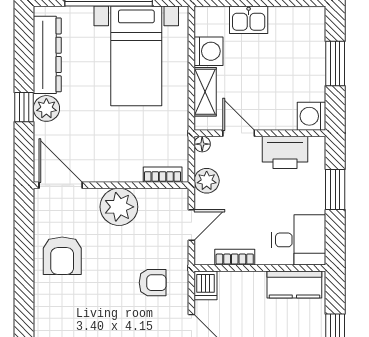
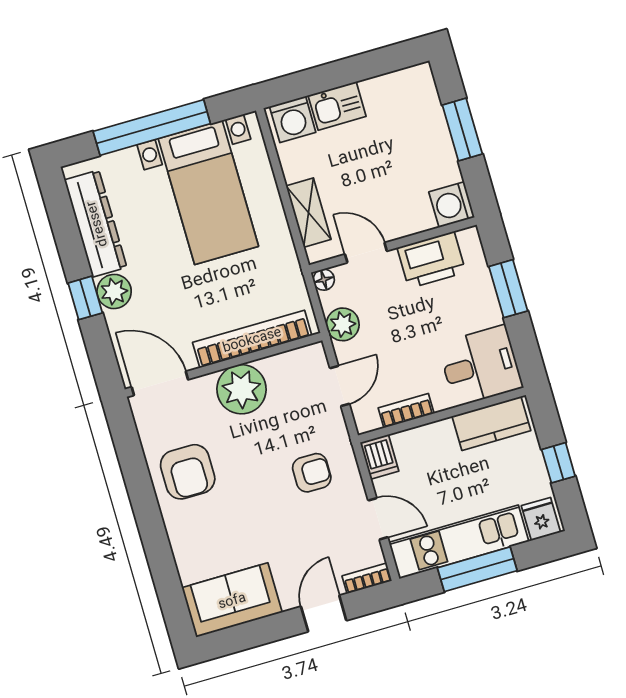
washing machine: (209, 51) -> (293, 119), moved, turned 90
bookcase: (163, 175) -> (252, 339), width x2.31, depth x1.31

